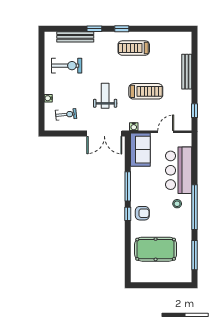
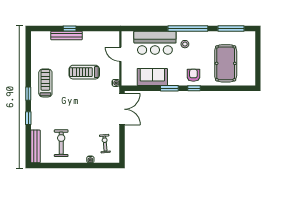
bench: (75, 37) -> (35, 146), moved
treadmill: (134, 48) -> (45, 83), turned 180
treadmill: (146, 91) -> (84, 72), turned -90
weight bench: (105, 96) -> (88, 109), removed
window: (194, 111) -> (70, 29), moved
sofa: (140, 150) -> (152, 77), moved
window: (128, 186) -> (169, 88), width x0.69

